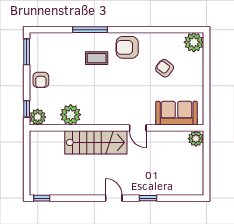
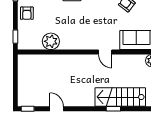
plant: (38, 117) -> (24, 43), removed
stairs: (96, 142) -> (120, 97), moved, turned 180
door: (114, 198) -> (57, 109), moved

